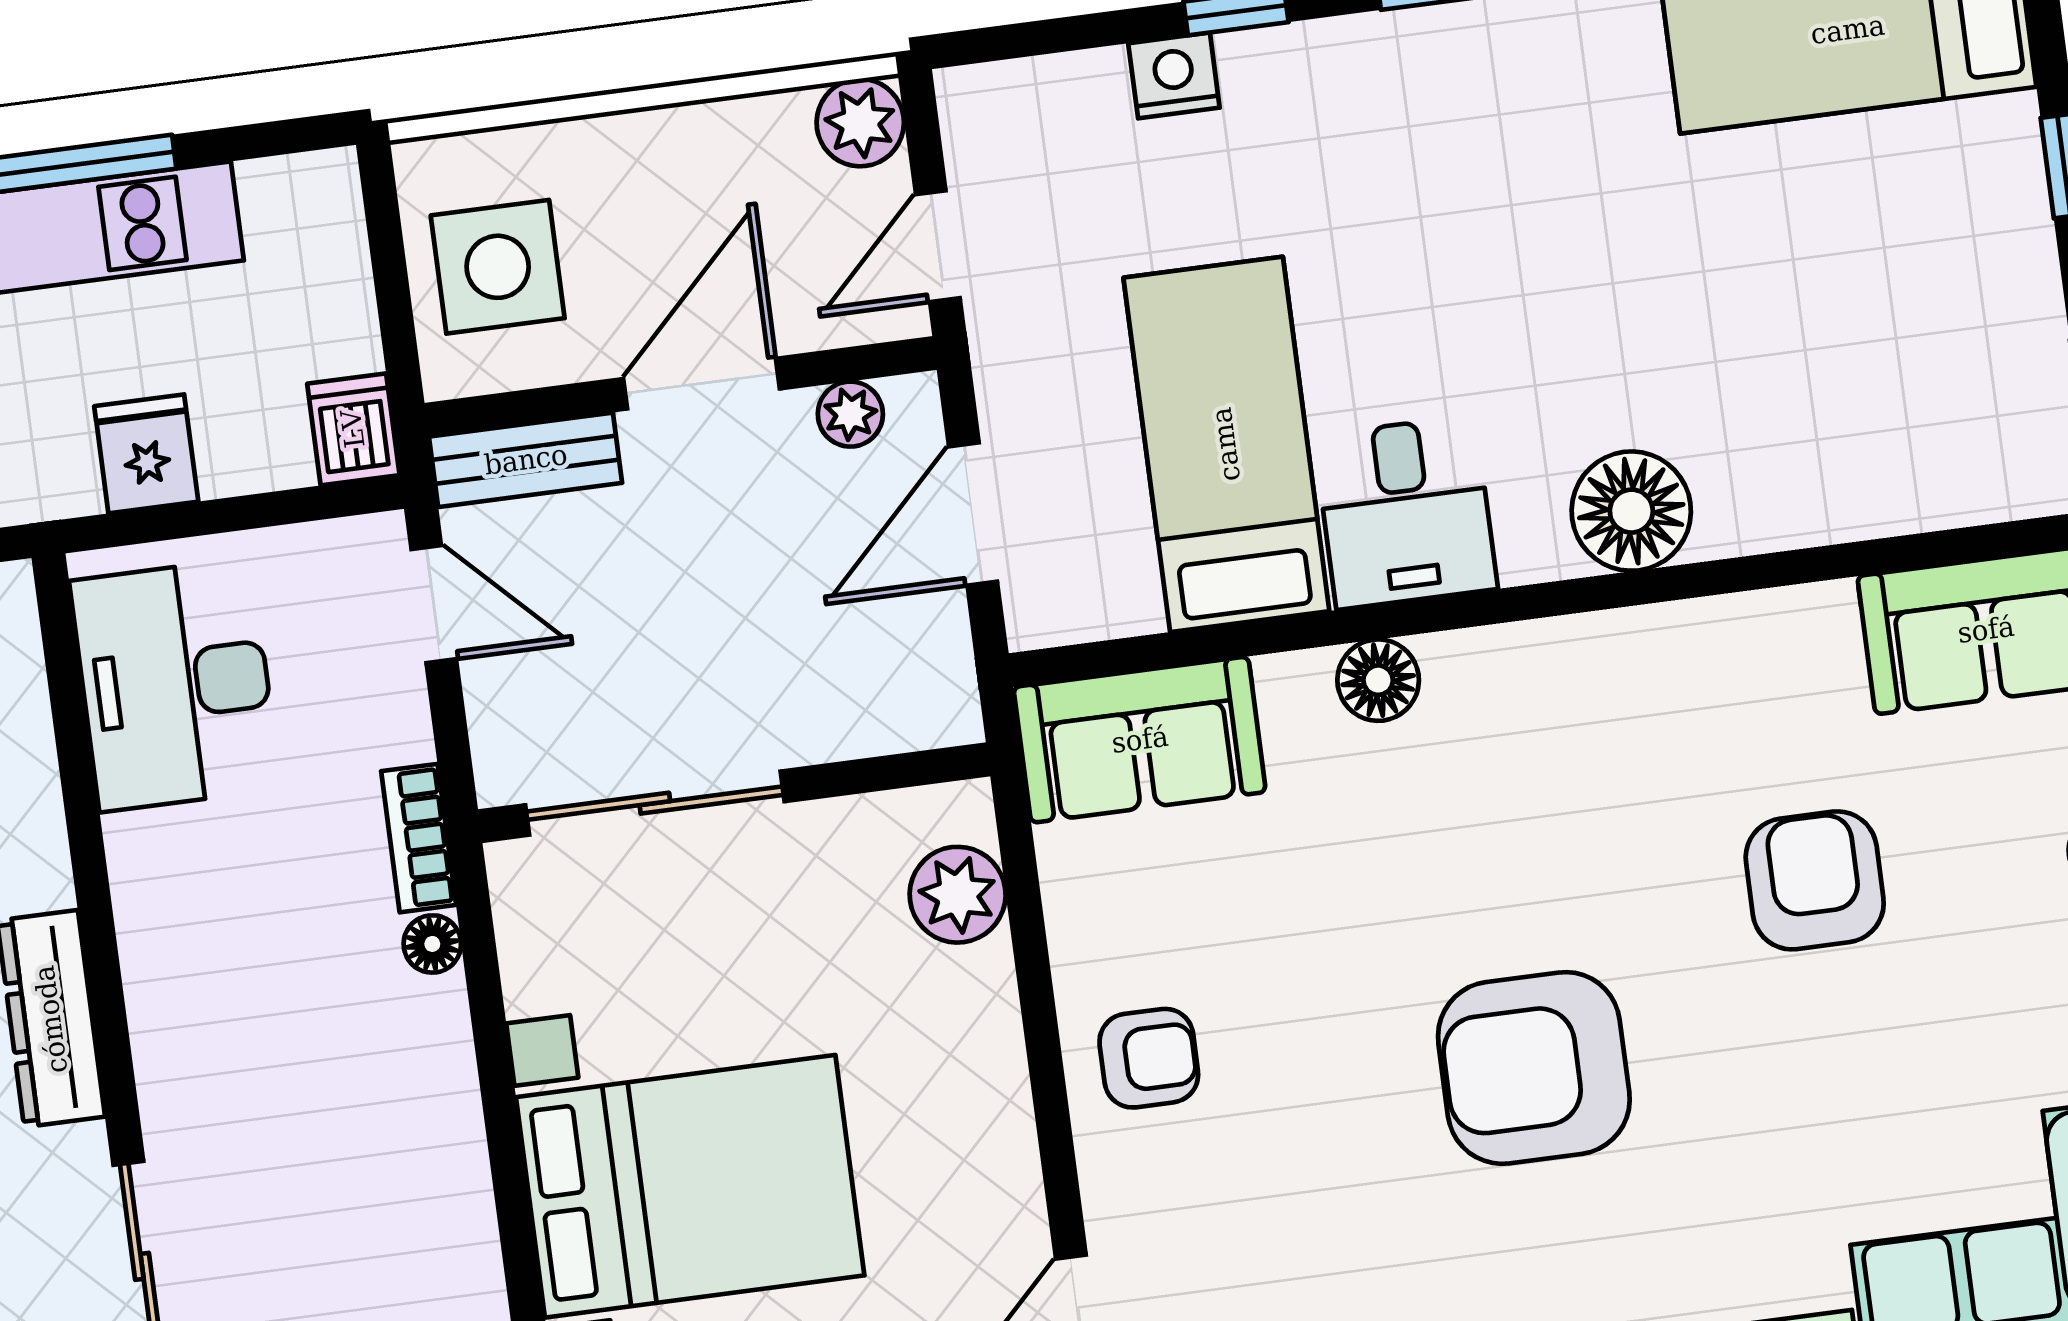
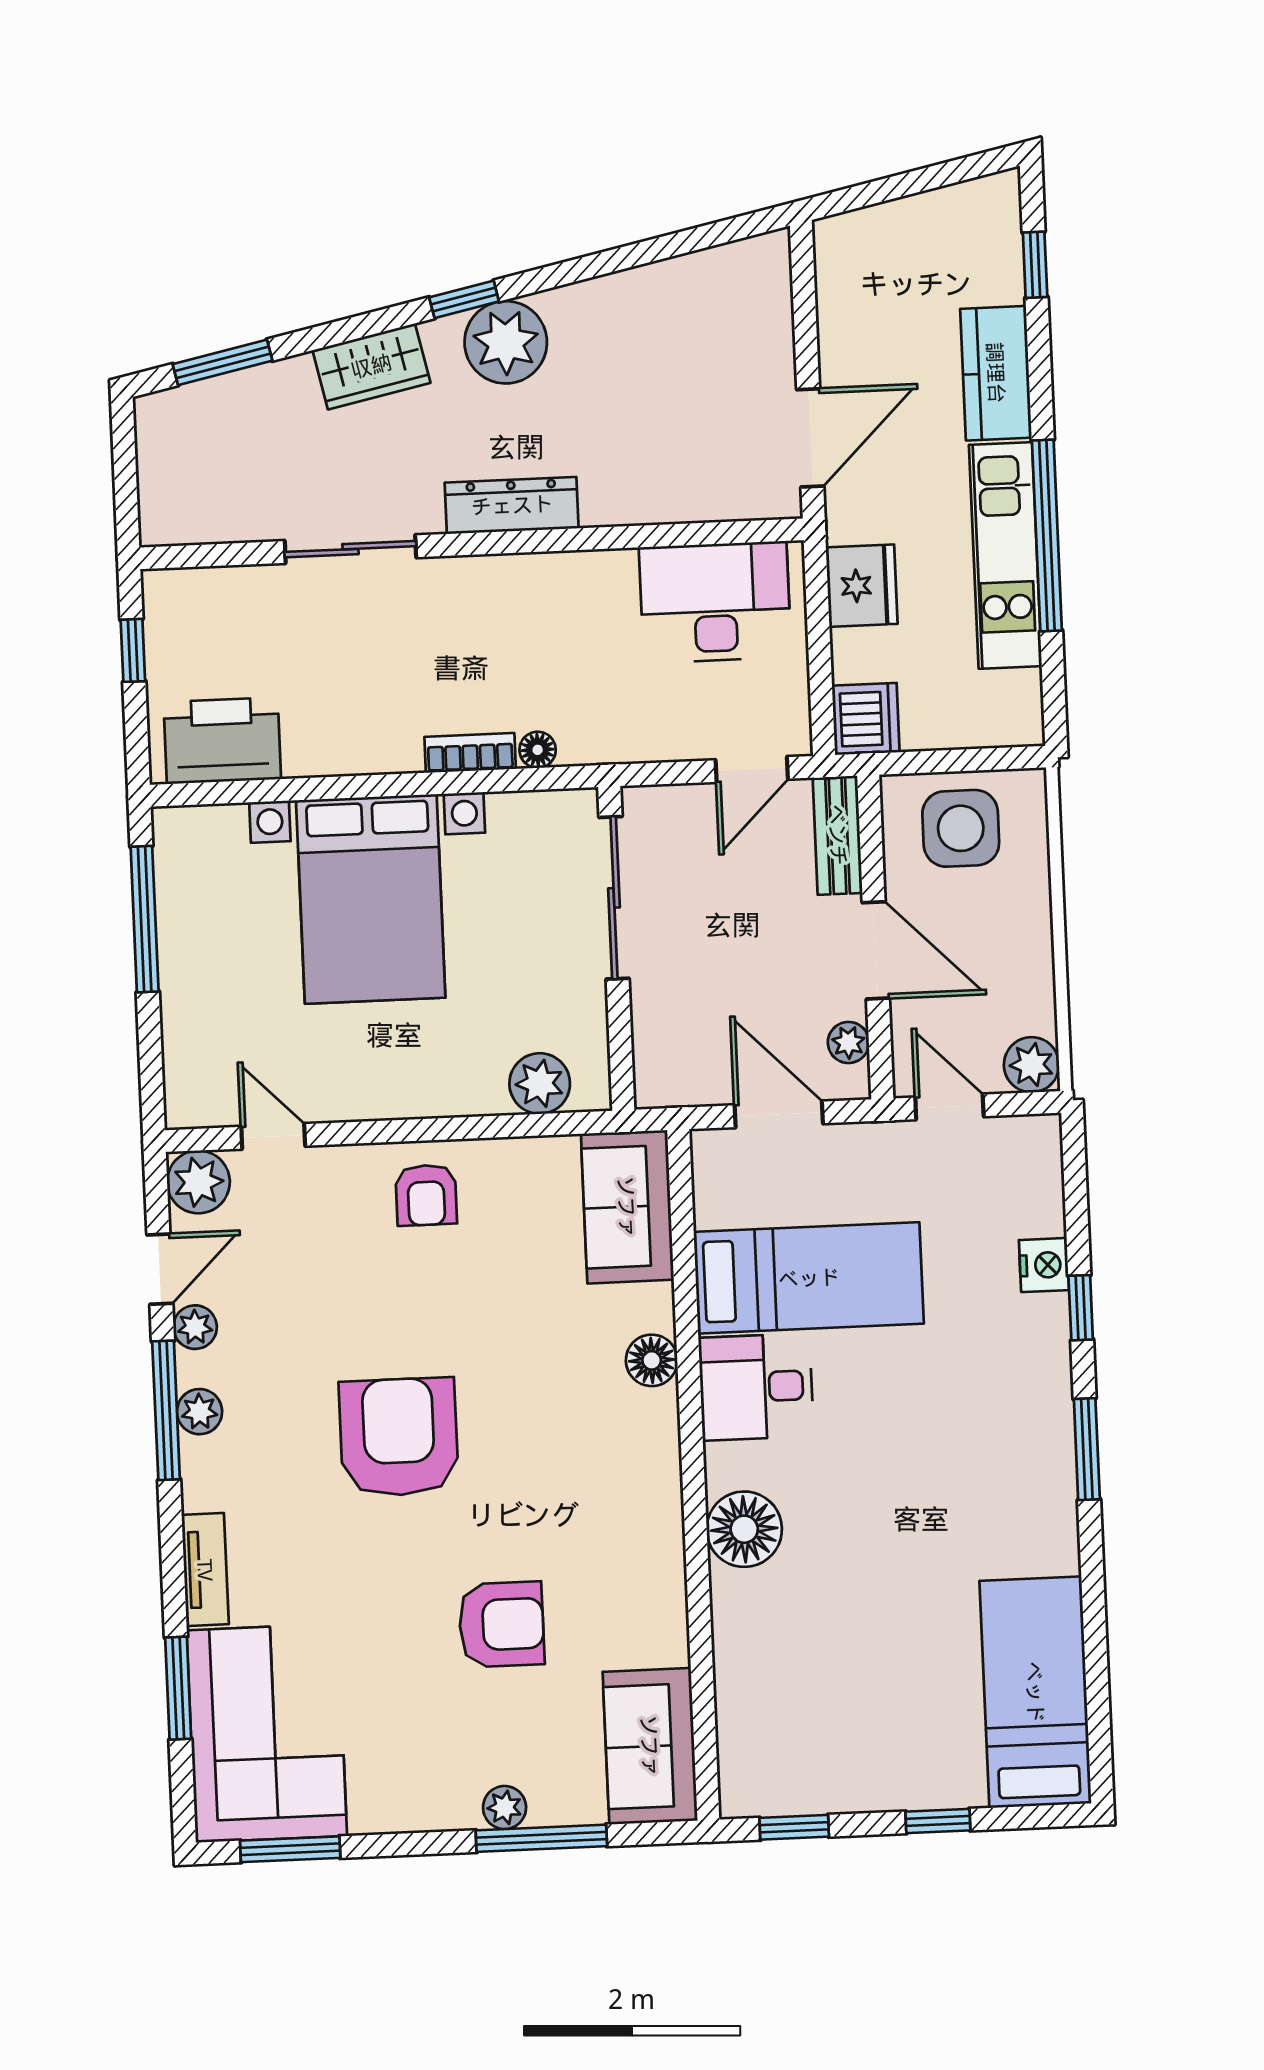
dishwasher: (353, 429) -> (866, 719), width x1.38
fridge: (146, 454) -> (862, 586), width x1.38
bookcase: (419, 838) -> (470, 753), moved

